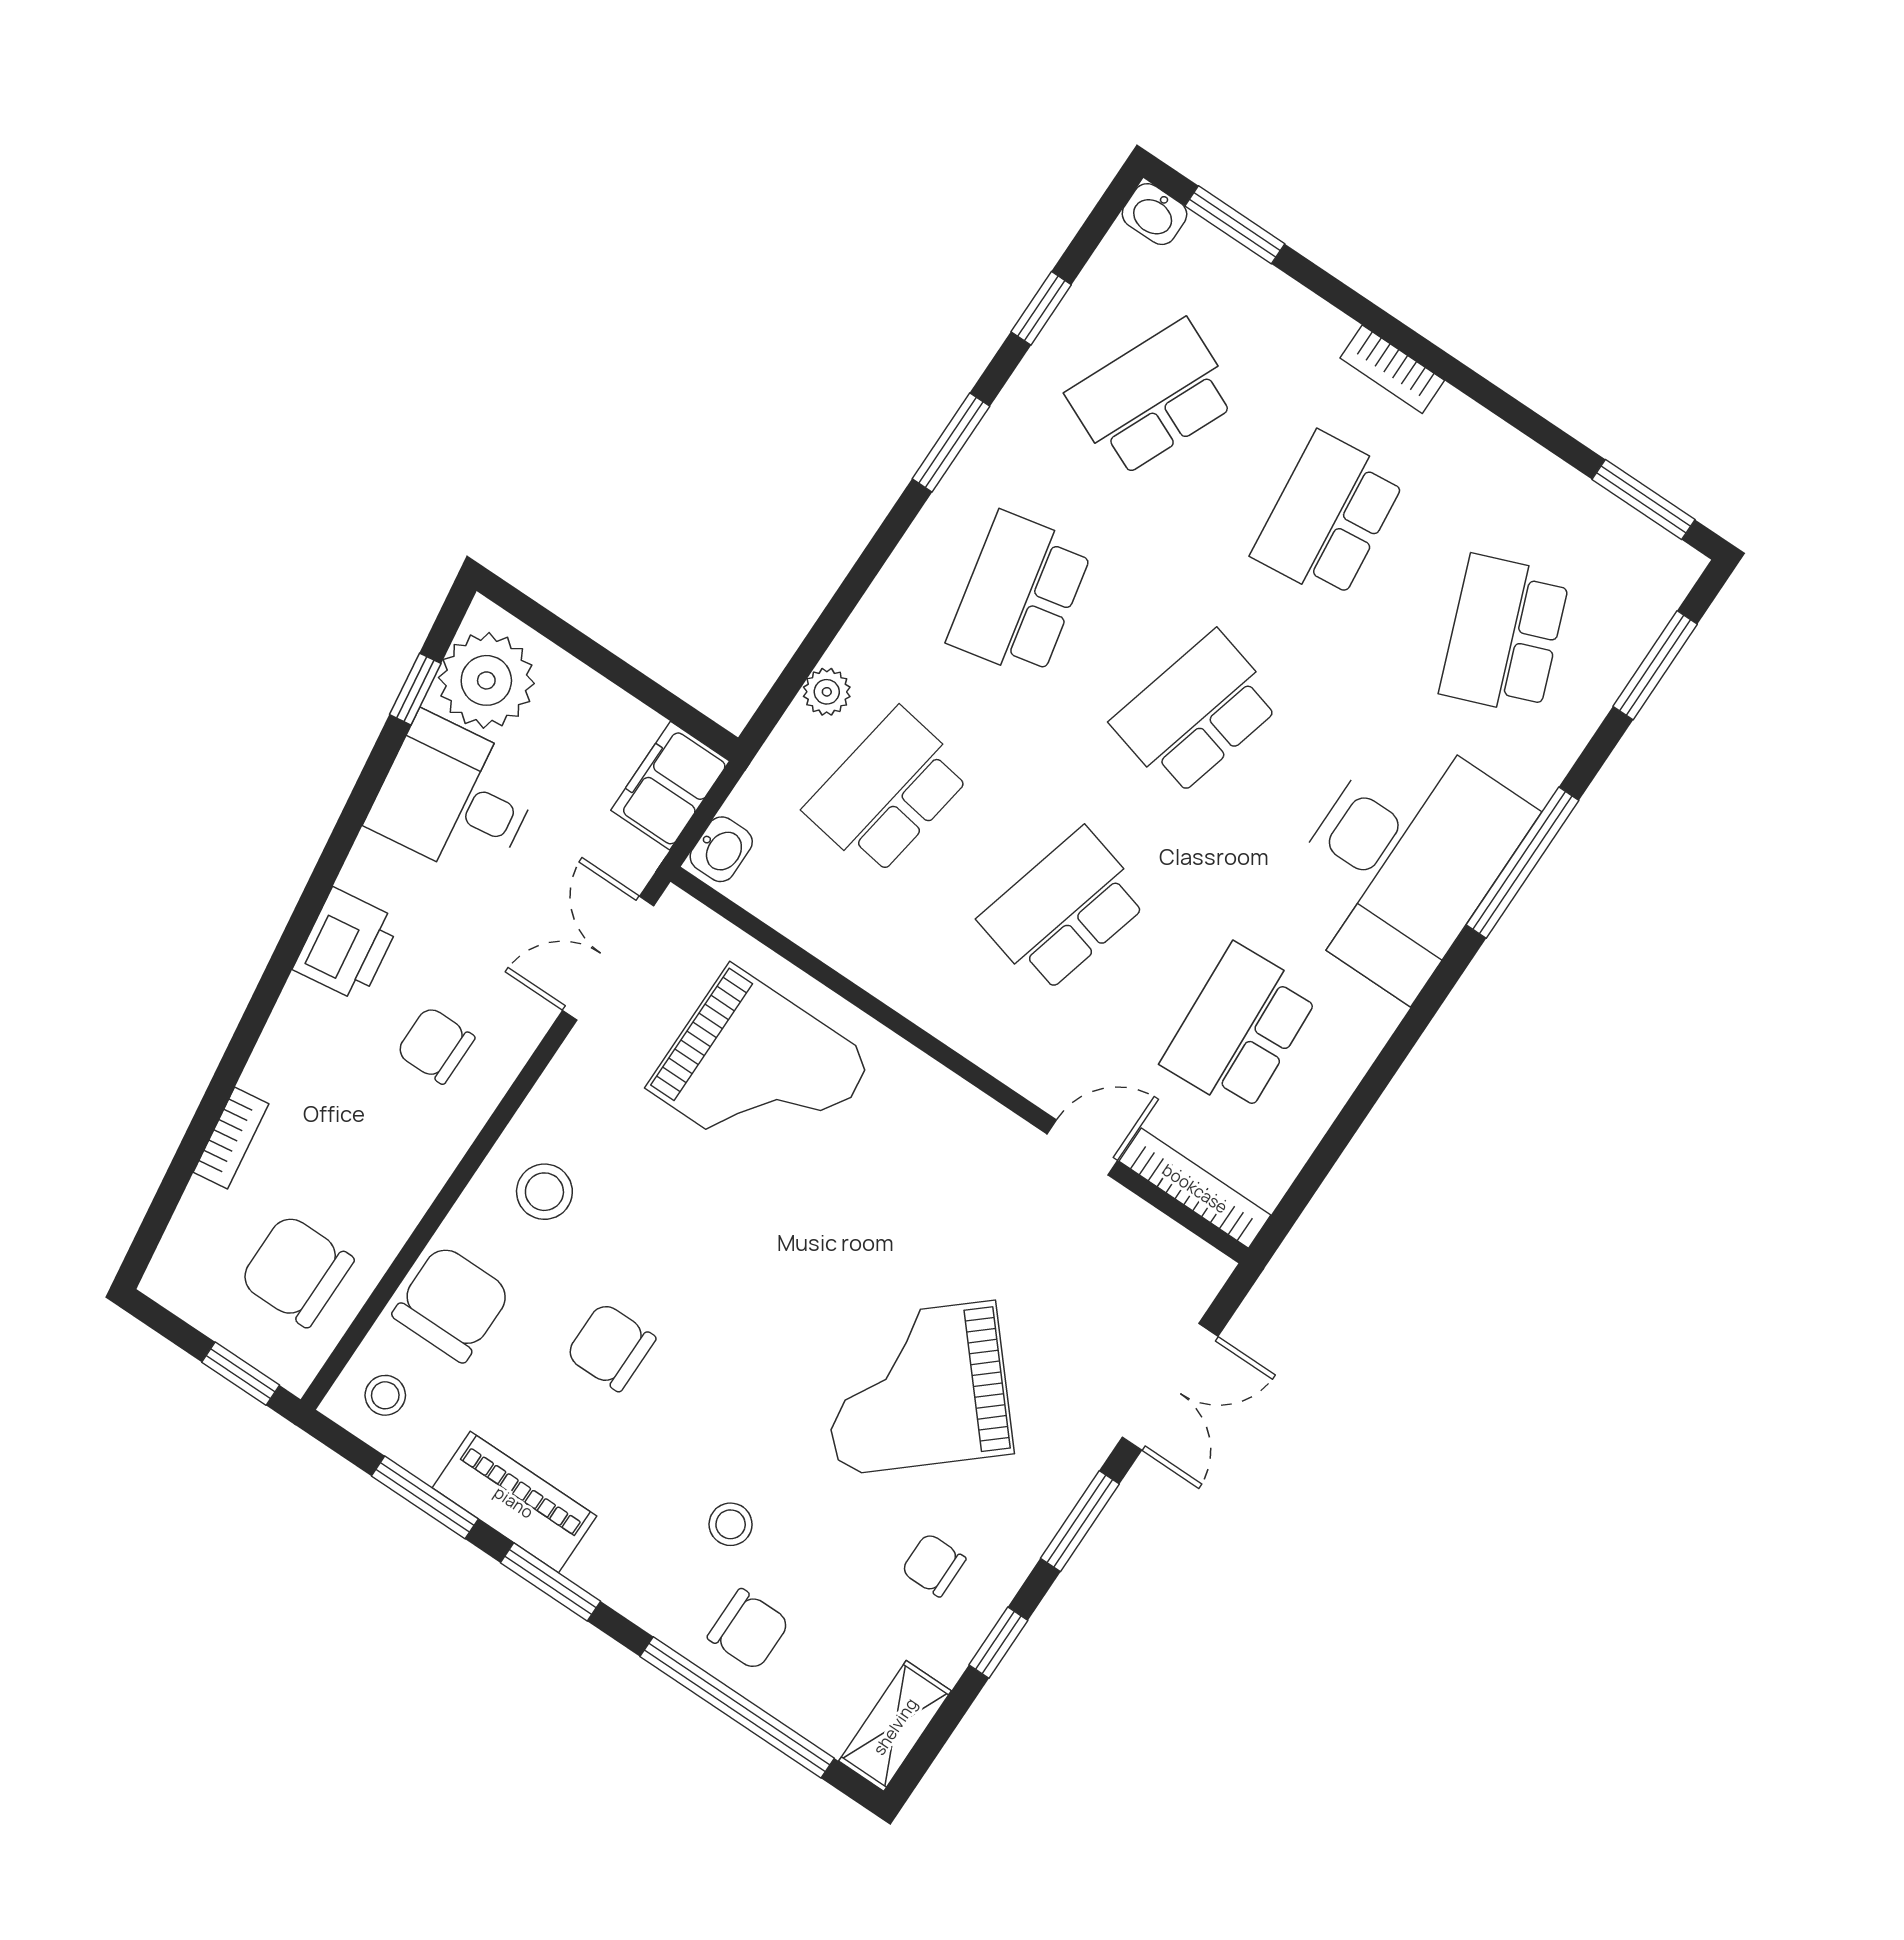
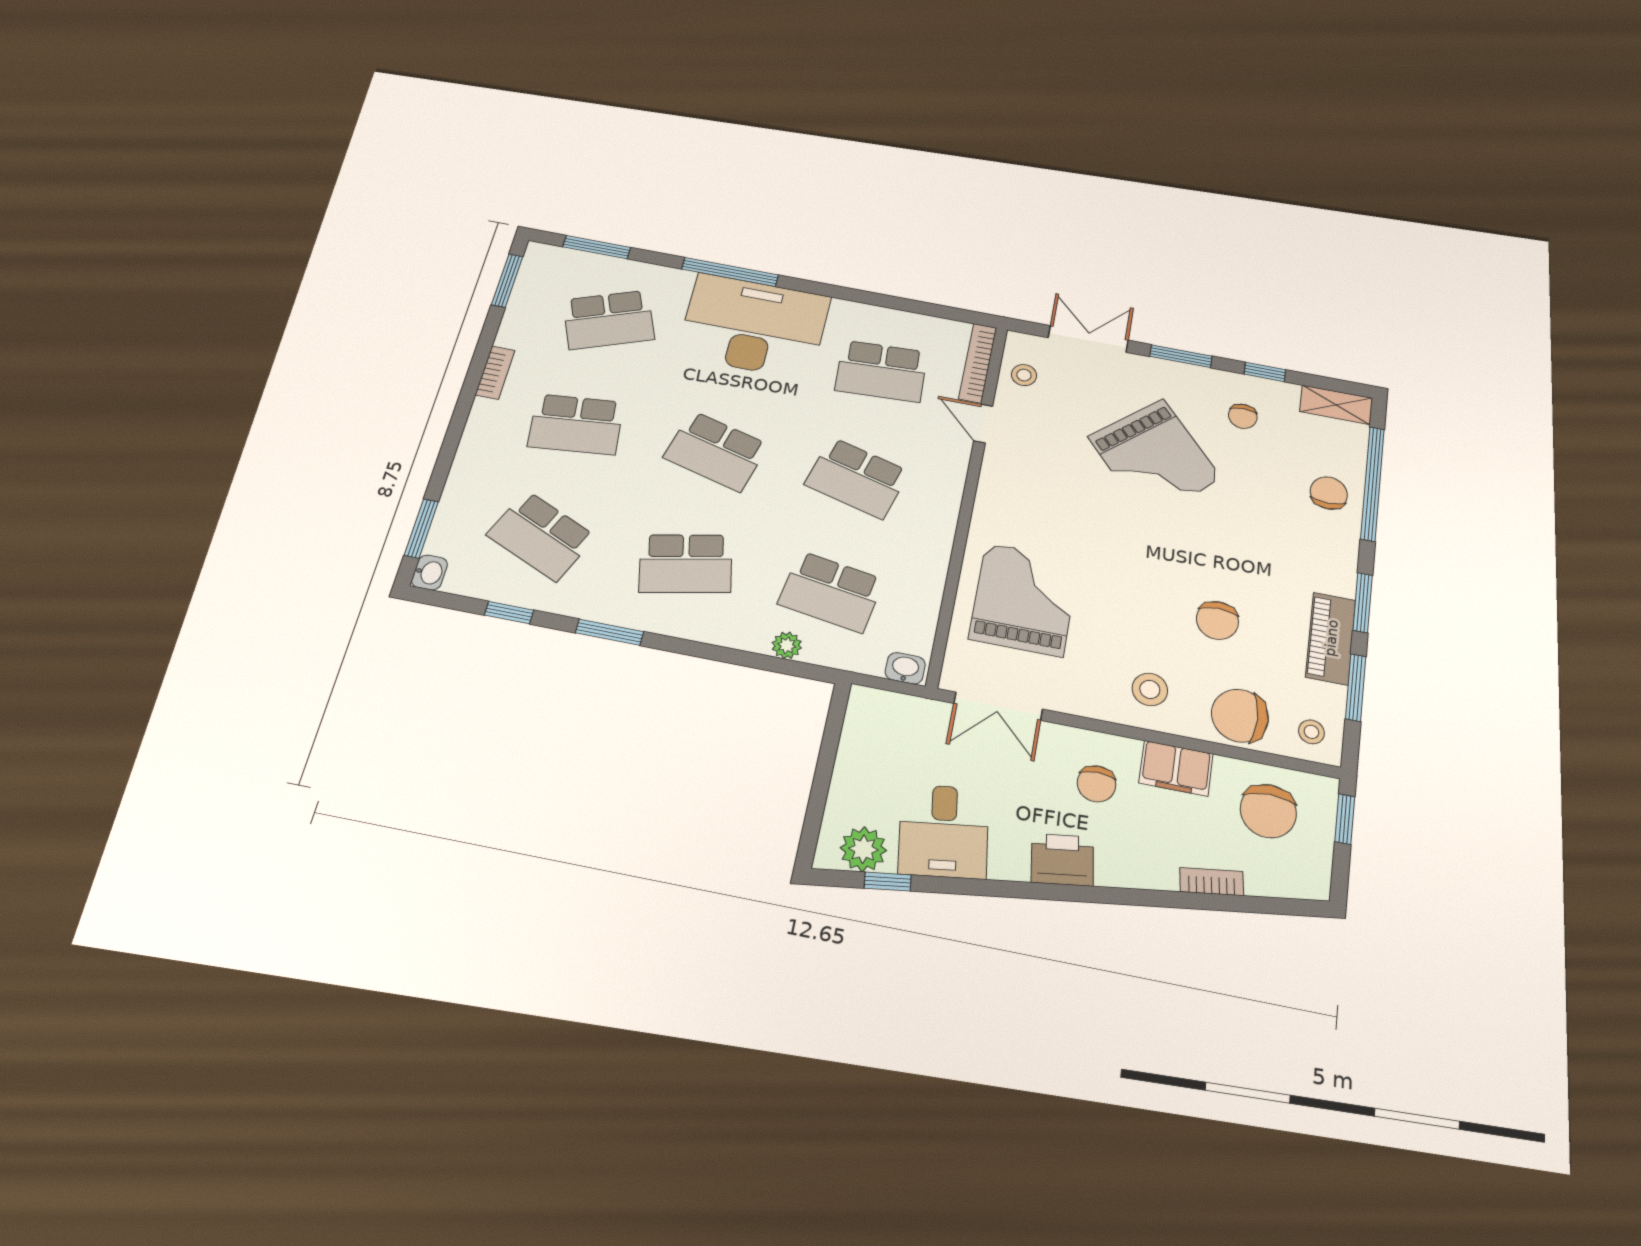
bookcase: (1392, 369) -> (495, 373), moved
plant: (486, 680) -> (863, 849), width x0.73, depth x0.73
filing cabinet: (670, 786) -> (1176, 768), moved
stool: (731, 1524) -> (1024, 375), moved

